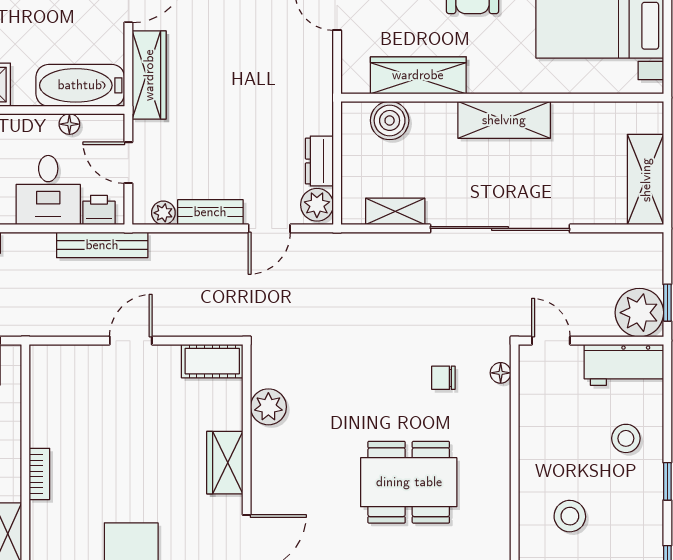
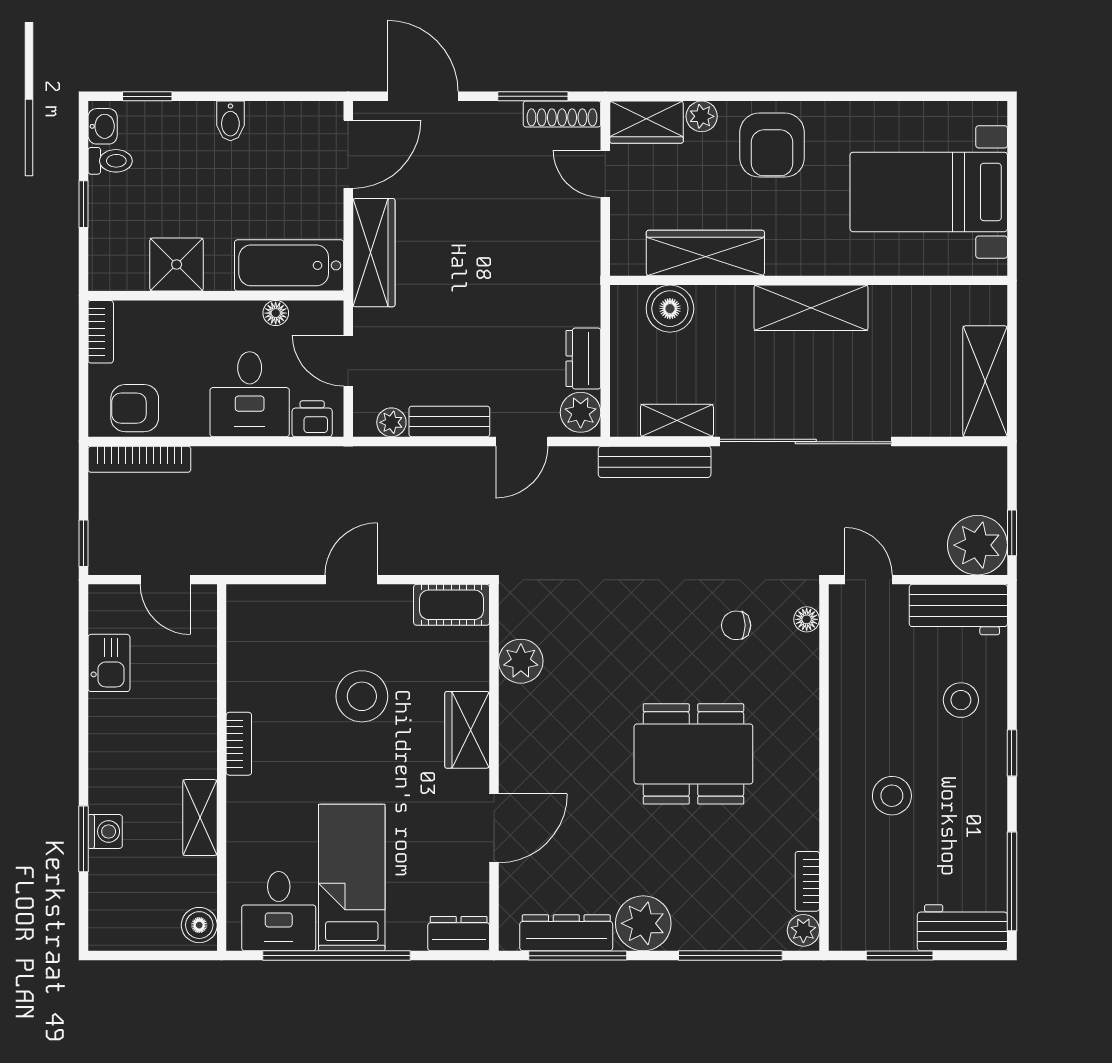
bench: (102, 245) -> (655, 462), moved
stool: (139, 435) -> (362, 696), added

